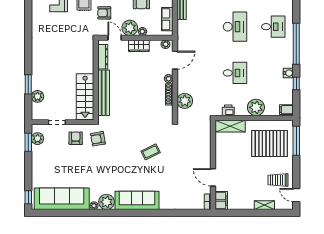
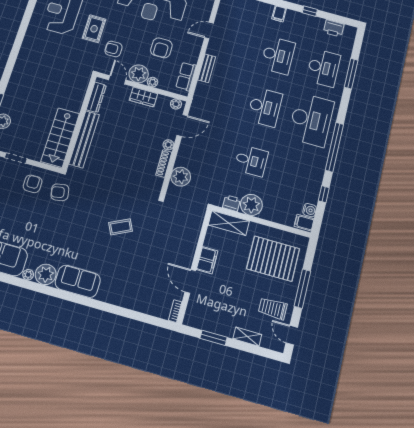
desk: (273, 27) -> (311, 120), width x1.87, depth x1.30
water cooler: (288, 73) -> (310, 210), moved
plant: (256, 107) -> (251, 205), moved
window: (296, 141) -> (302, 289), moved
sofa: (137, 200) -> (78, 281), width x0.73
filing cabinet: (221, 201) -> (207, 260), moved
window: (240, 213) -> (214, 338), added

